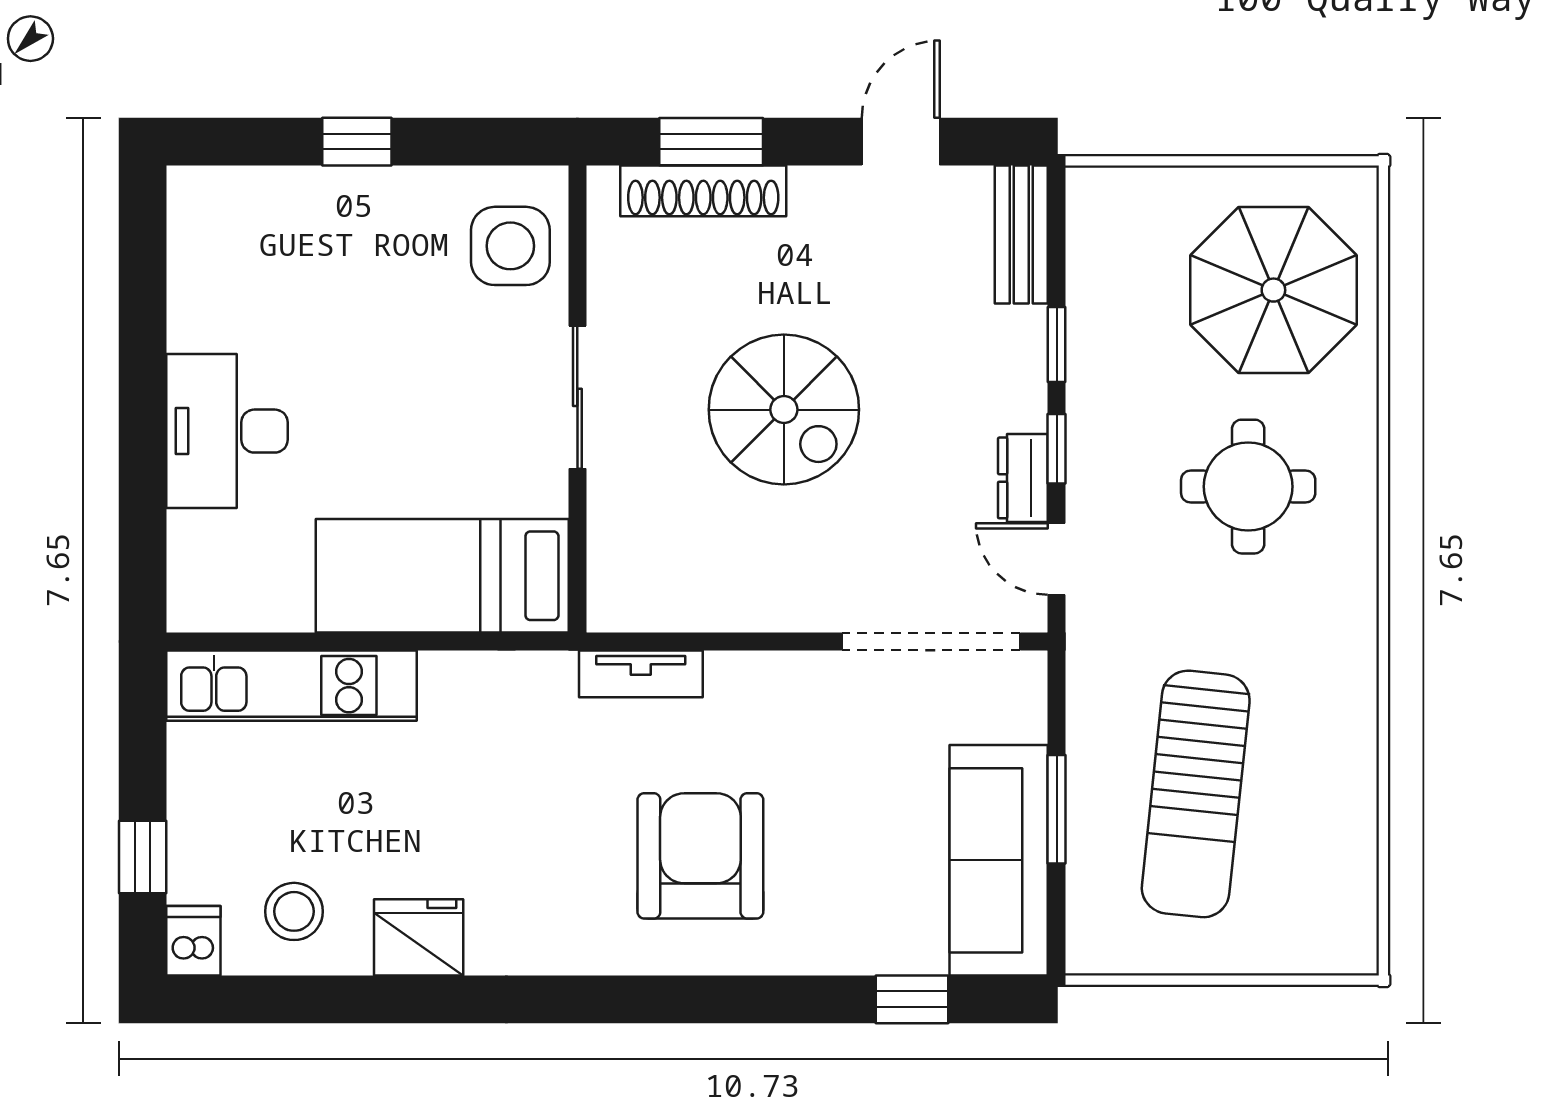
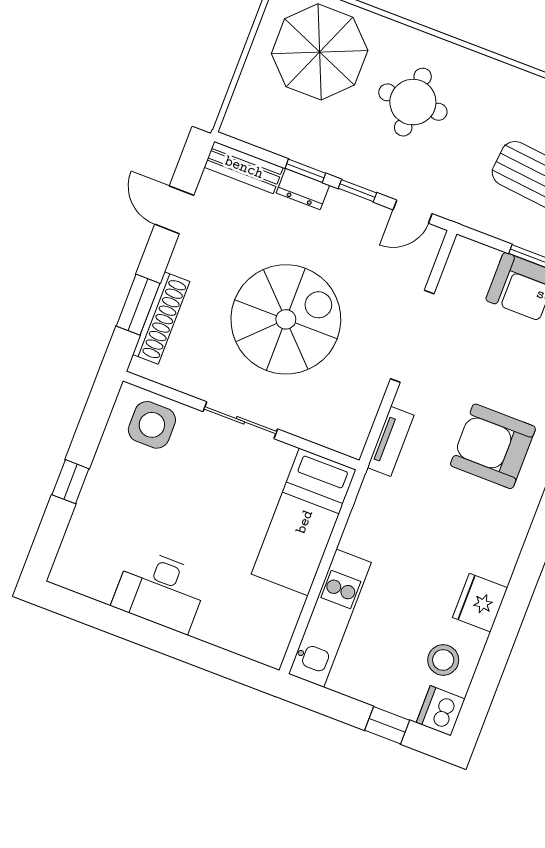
spiral stairs: (784, 410) -> (286, 319), width x1.37, depth x1.37
desk: (227, 431) -> (160, 590), moved
dresser: (1023, 478) -> (303, 189), moved
doorway: (931, 641) -> (412, 336), moved
dishwasher: (193, 941) -> (441, 711), width x1.38

